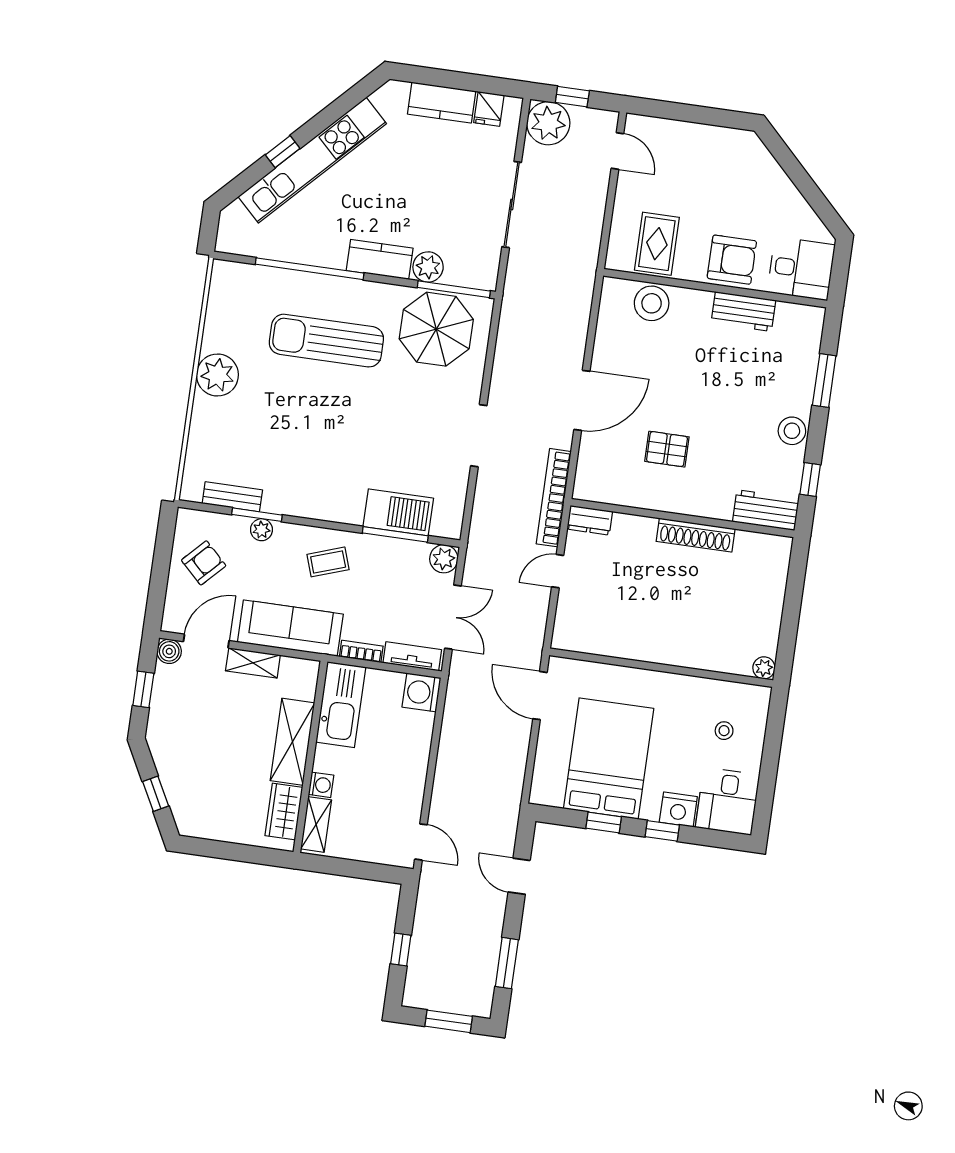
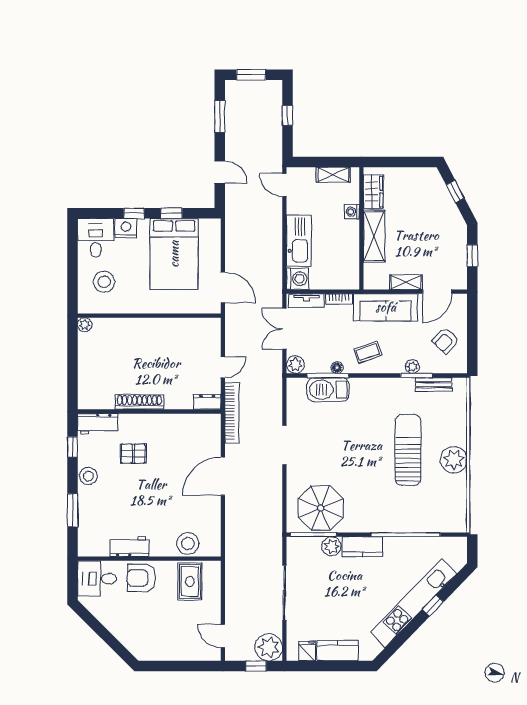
sun lounger: (326, 341) -> (408, 450), moved, turned -90
pallet: (667, 449) -> (133, 454), moved
floor lamp: (379, 545) -> (337, 368), added
boiler: (169, 651) -> (459, 282), removed
kitchen sink: (341, 705) -> (299, 241), moved, turned 180
stool: (724, 731) -> (104, 282), width x1.89, depth x1.89
shelving: (316, 824) -> (333, 175), moved, turned 90

